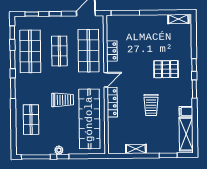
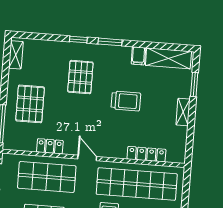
pallet: (142, 33) -> (30, 104), added
locker: (112, 102) -> (146, 154), moved
shelving: (136, 149) -> (183, 112), moved

